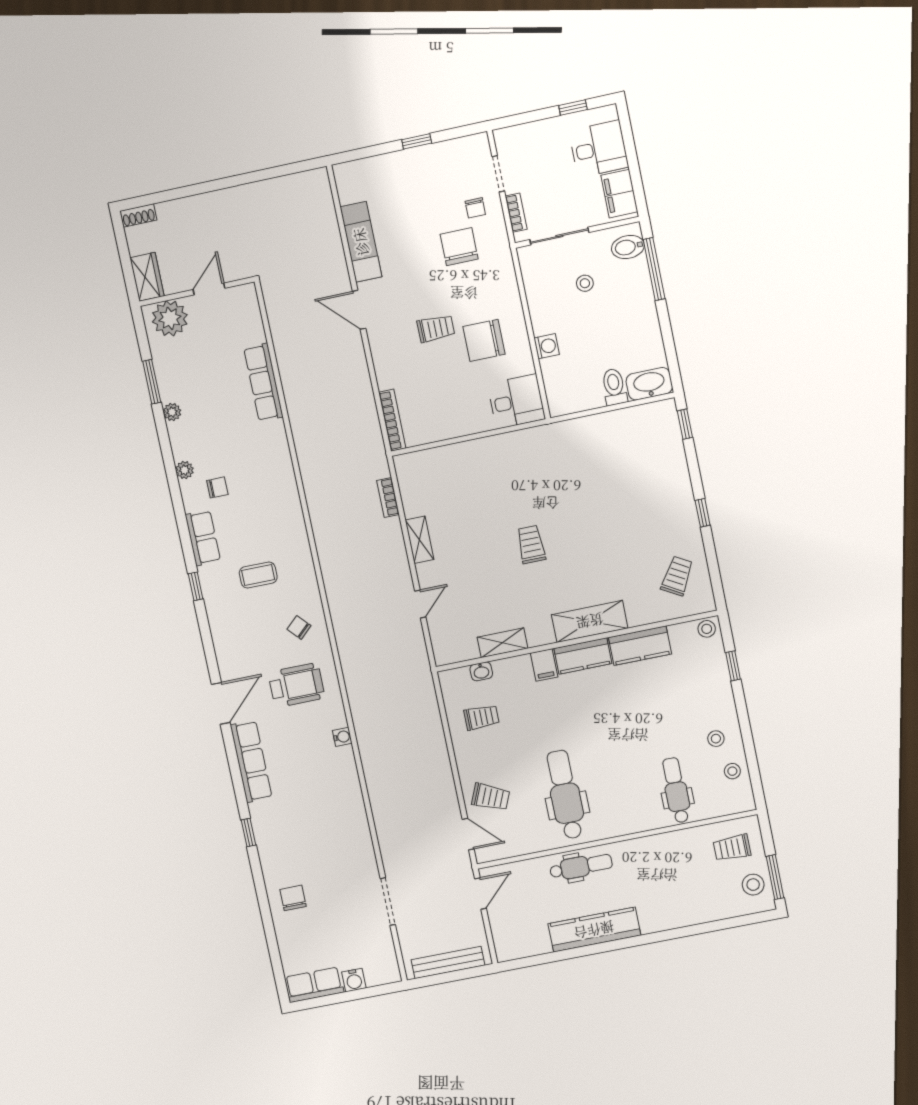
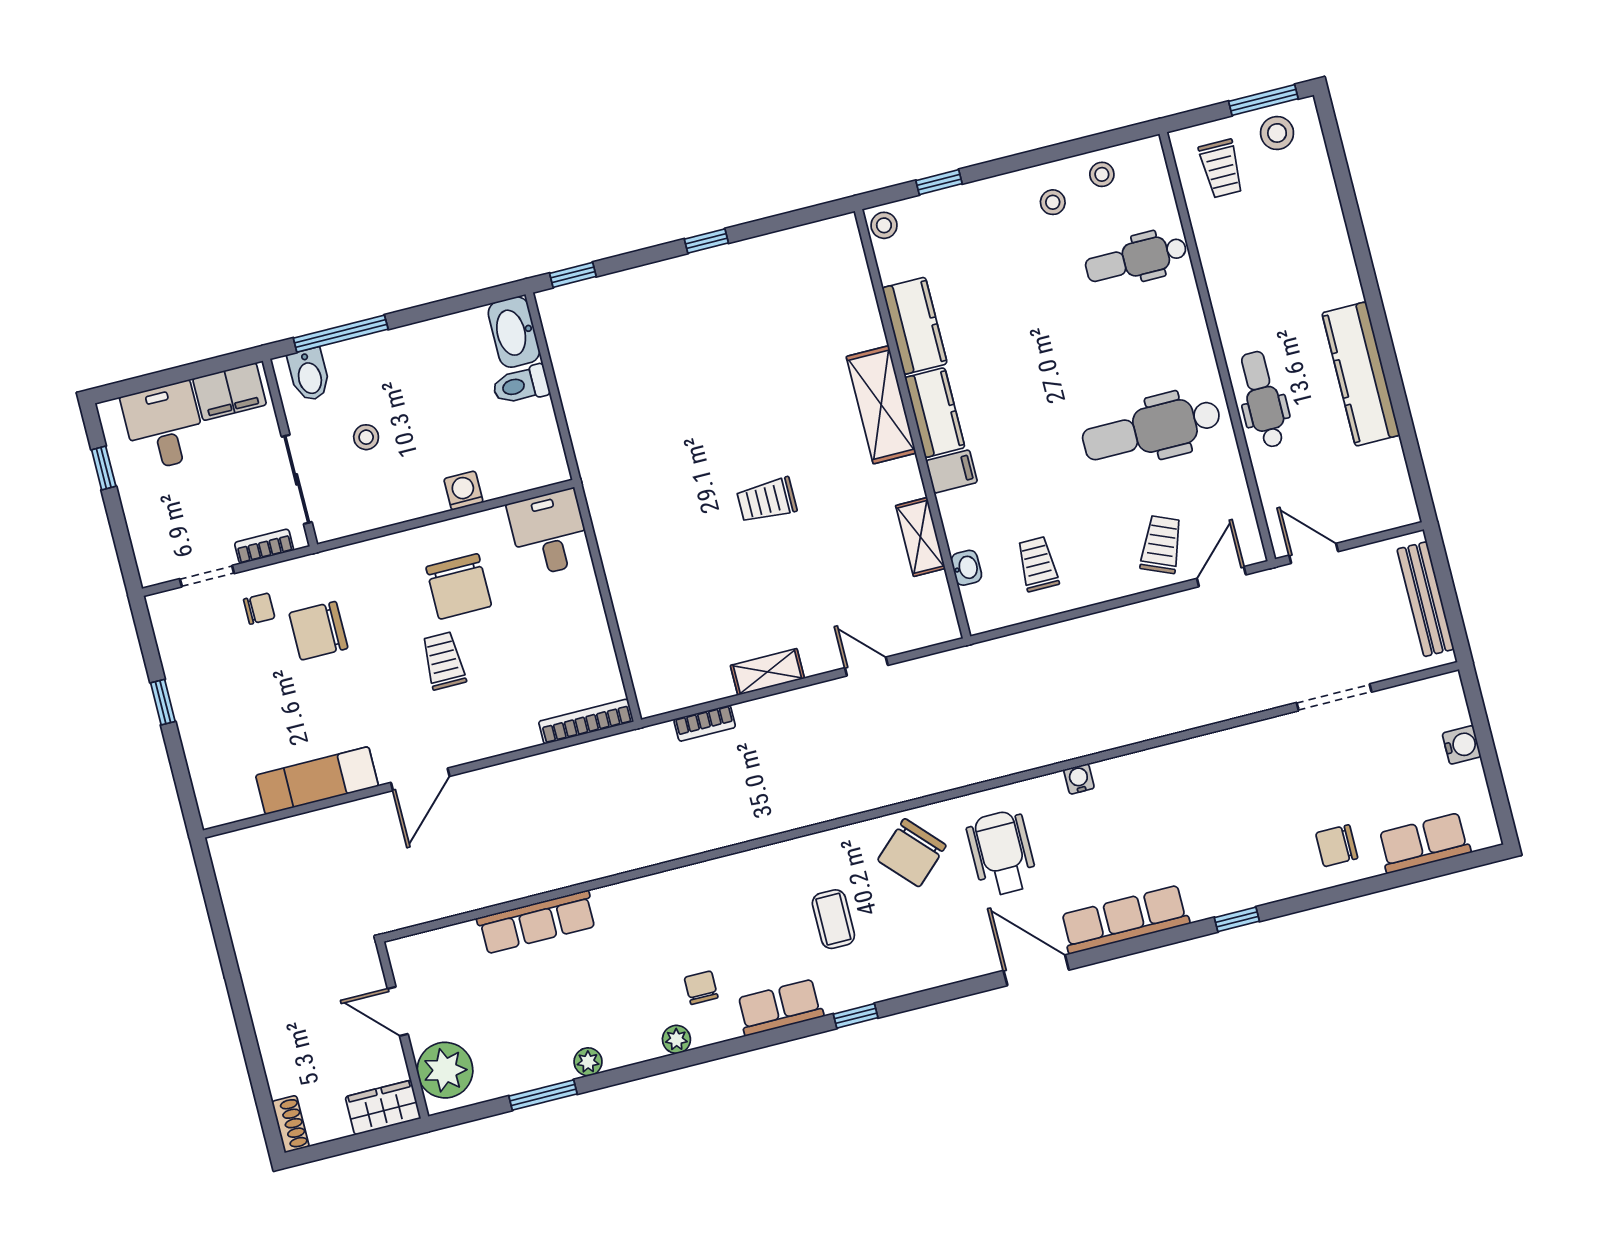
trolley: (677, 576) -> (805, 275), removed
chair: (299, 627) -> (912, 853), width x1.87, depth x1.87
row of seats: (314, 985) -> (1424, 843), moved, turned 90

